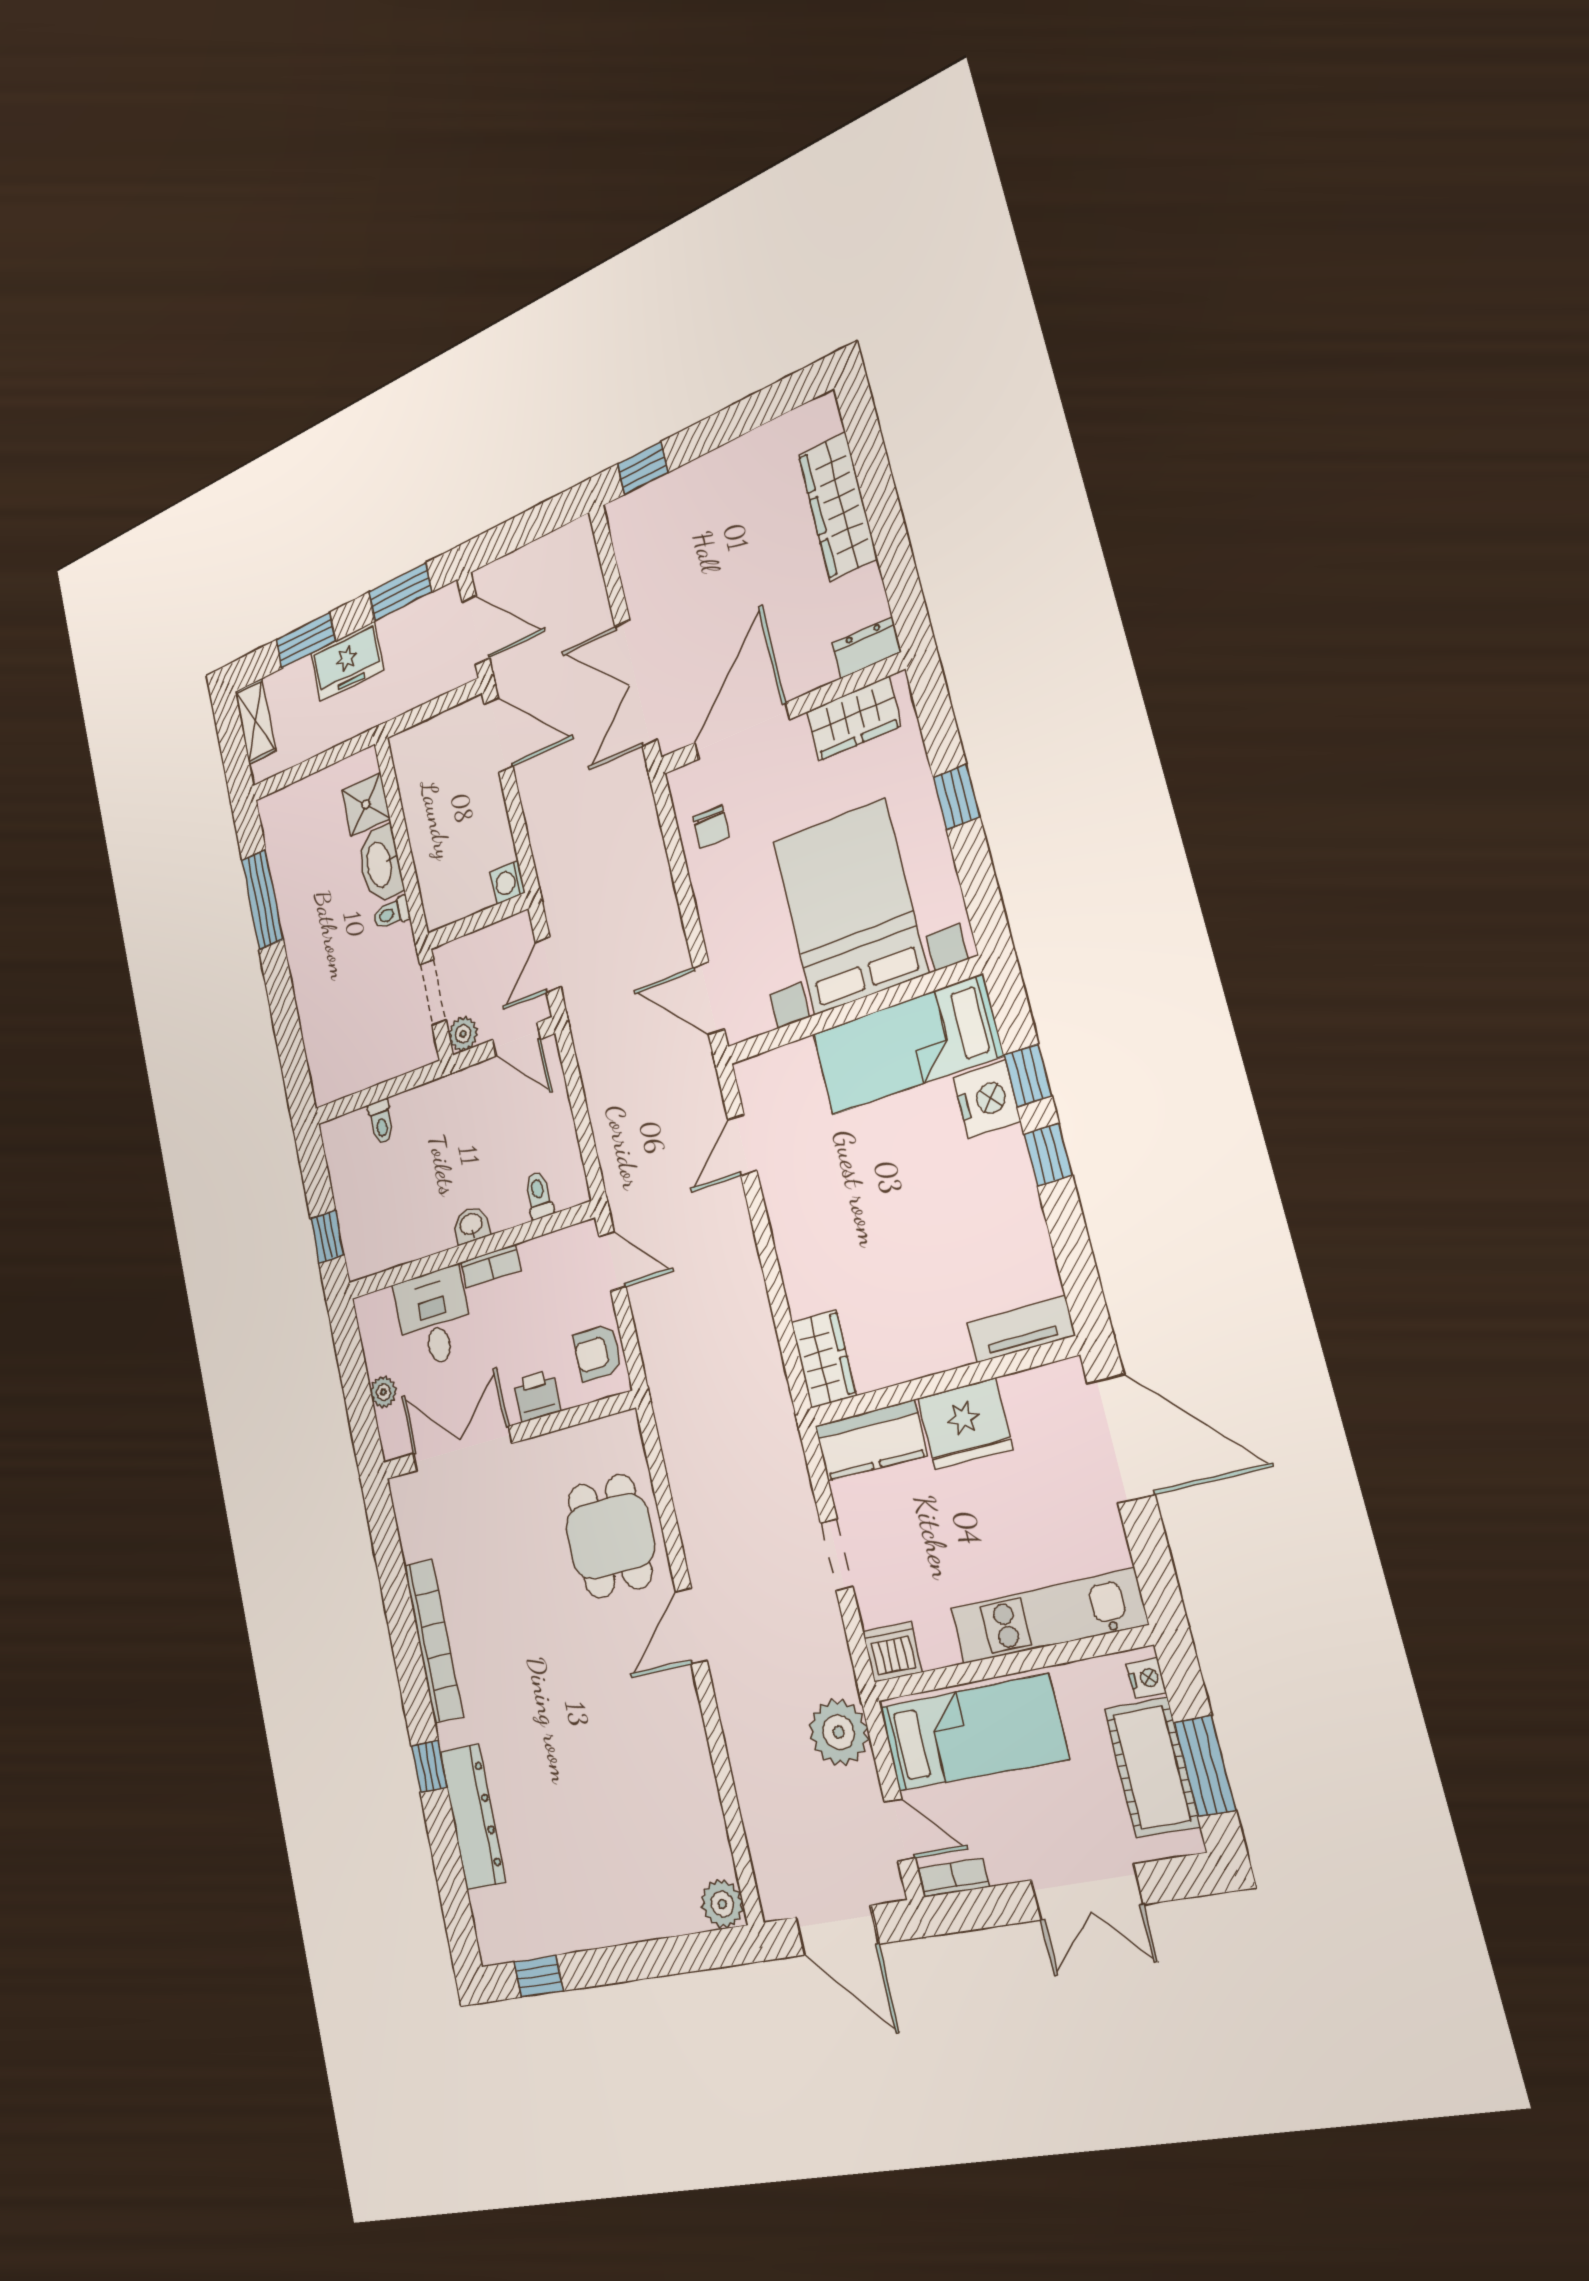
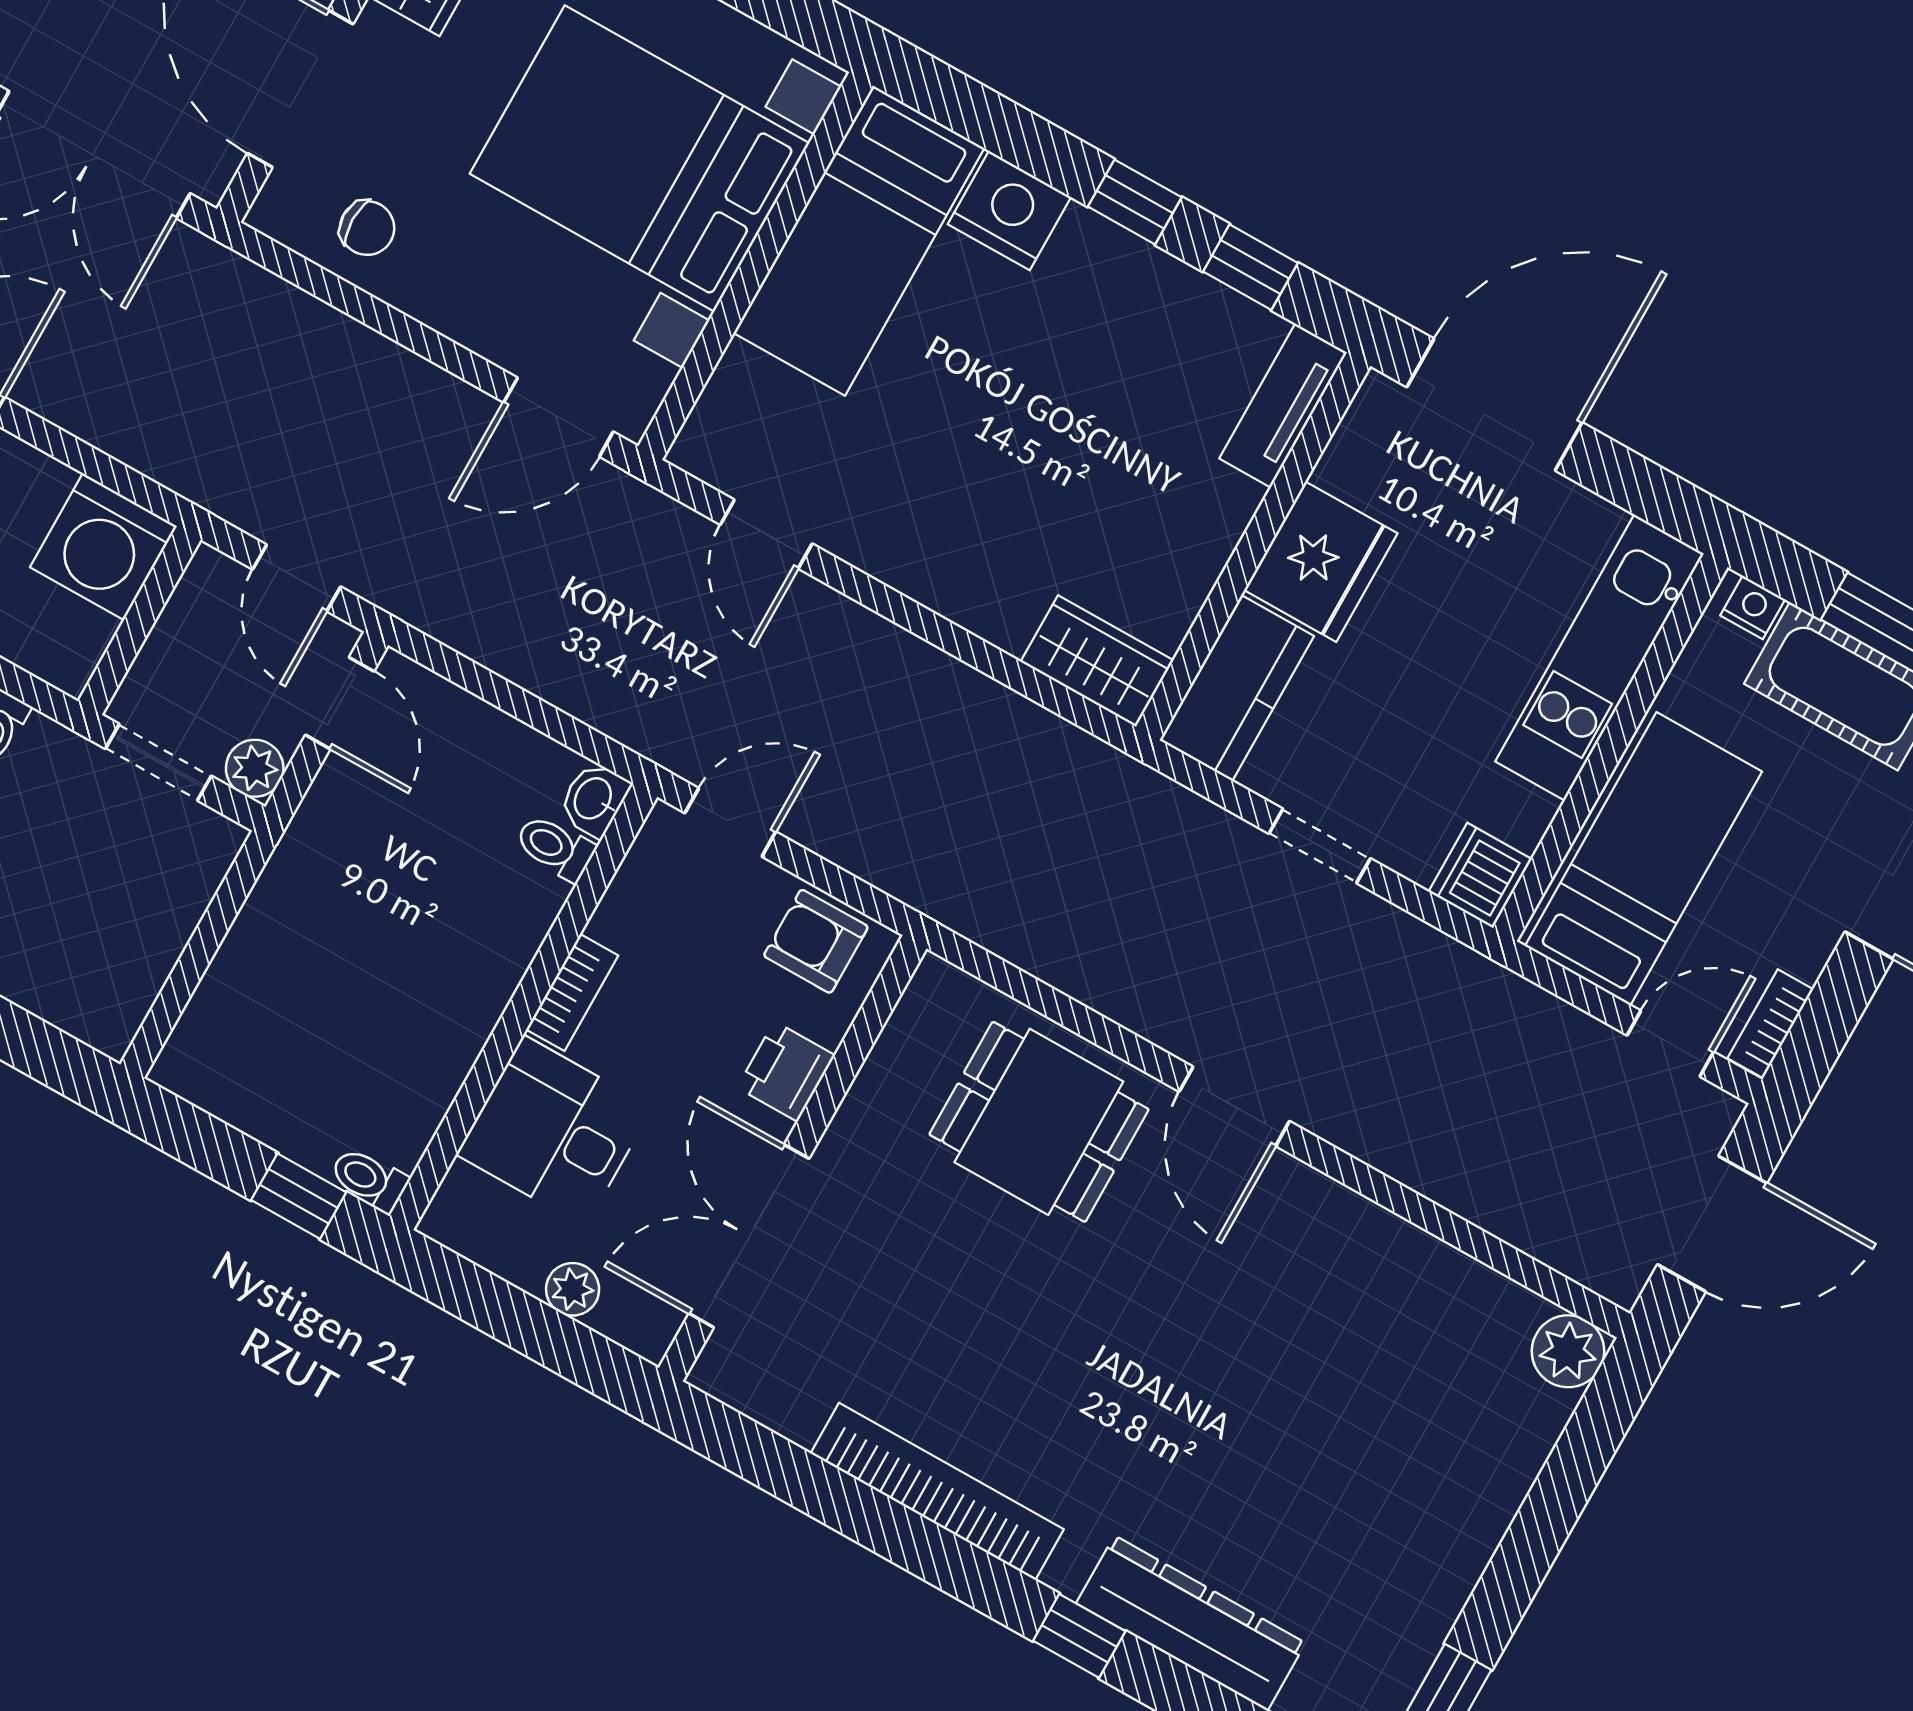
washing machine: (508, 882) -> (104, 547), width x1.89, depth x1.89
door: (517, 1039) -> (340, 703), hinge flipped
window: (1028, 1076) -> (1250, 267), moved
toilet: (381, 1122) -> (369, 1179), moved, turned 180
washbasin: (471, 1225) -> (594, 799), moved
armchair: (598, 1353) -> (816, 941), turned 90
plant: (839, 1732) -> (1508, 1023), removed

